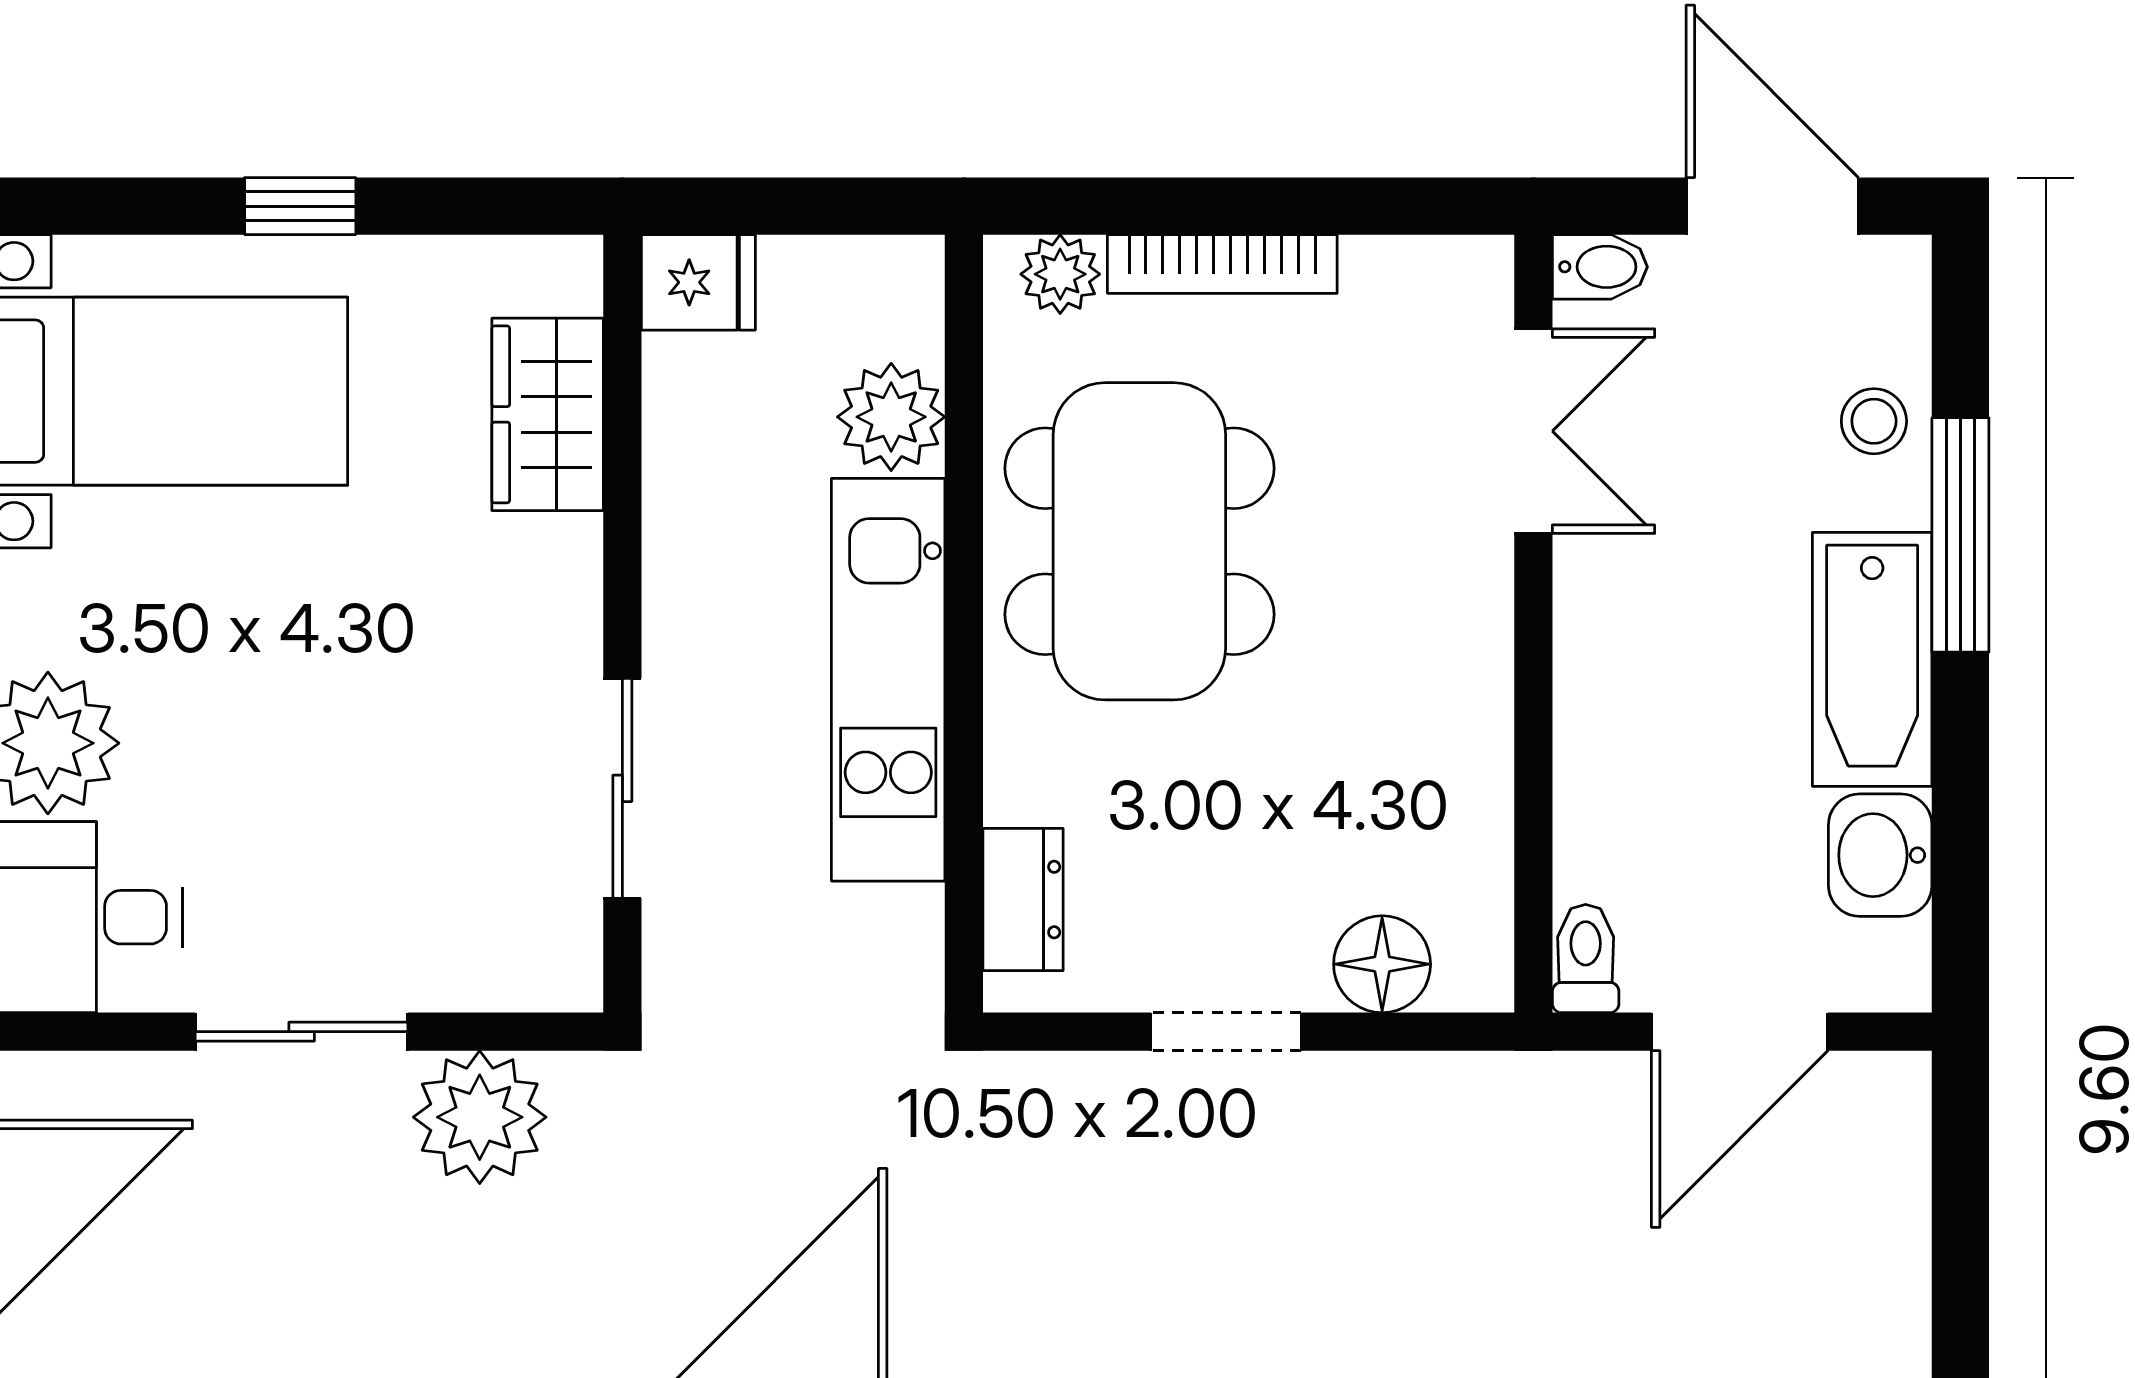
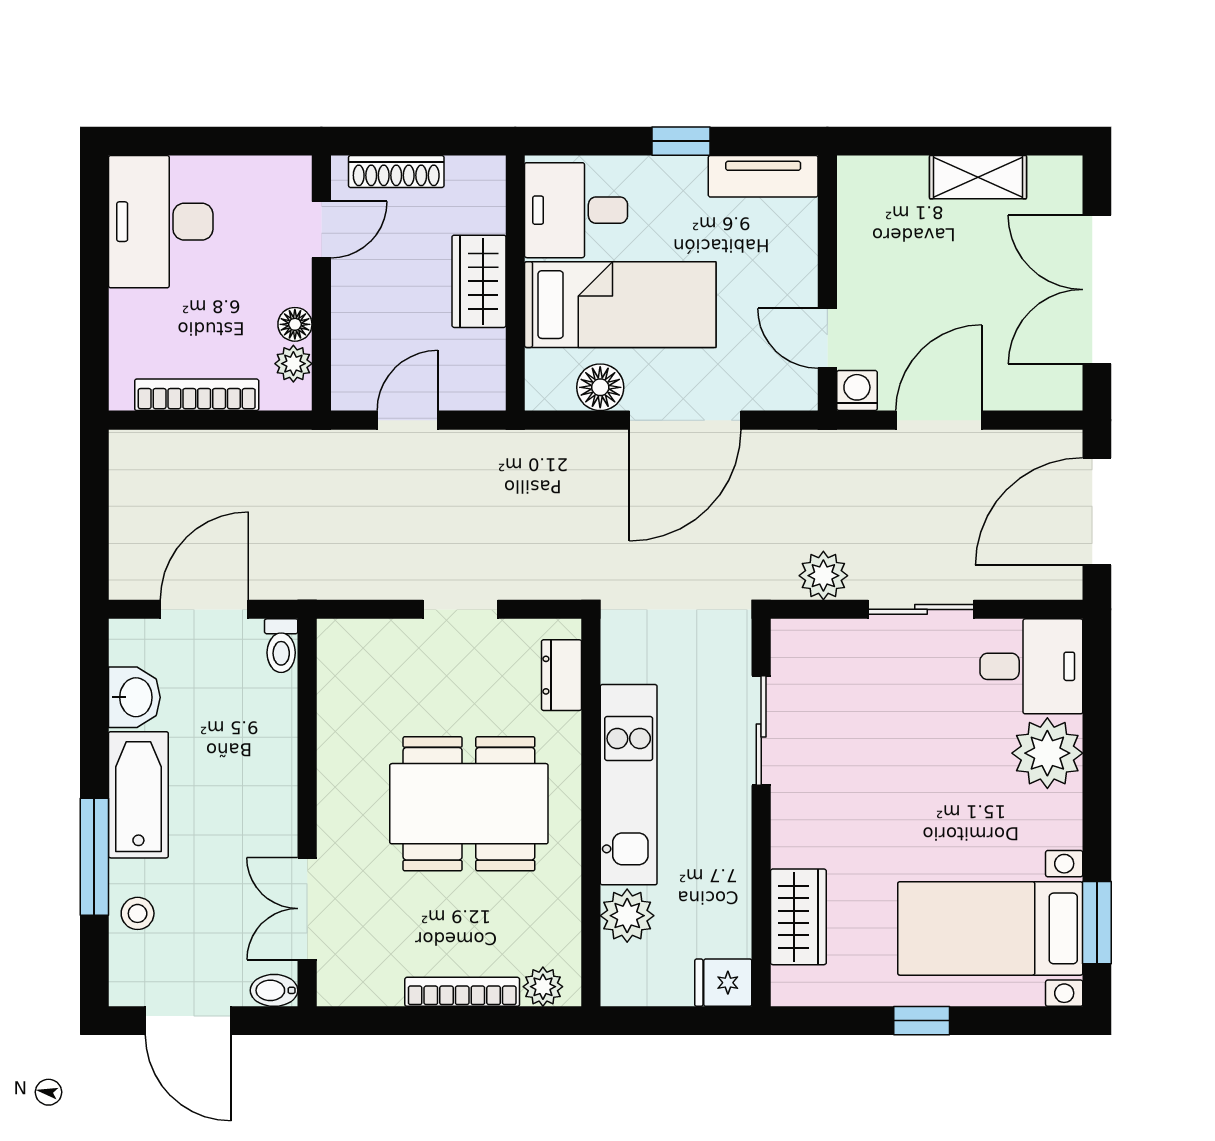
dining table: (1139, 541) -> (469, 804), moved, turned 90
floor lamp: (1382, 964) -> (383, 643), removed
plant: (480, 1117) -> (823, 576), width x0.73, depth x0.73

